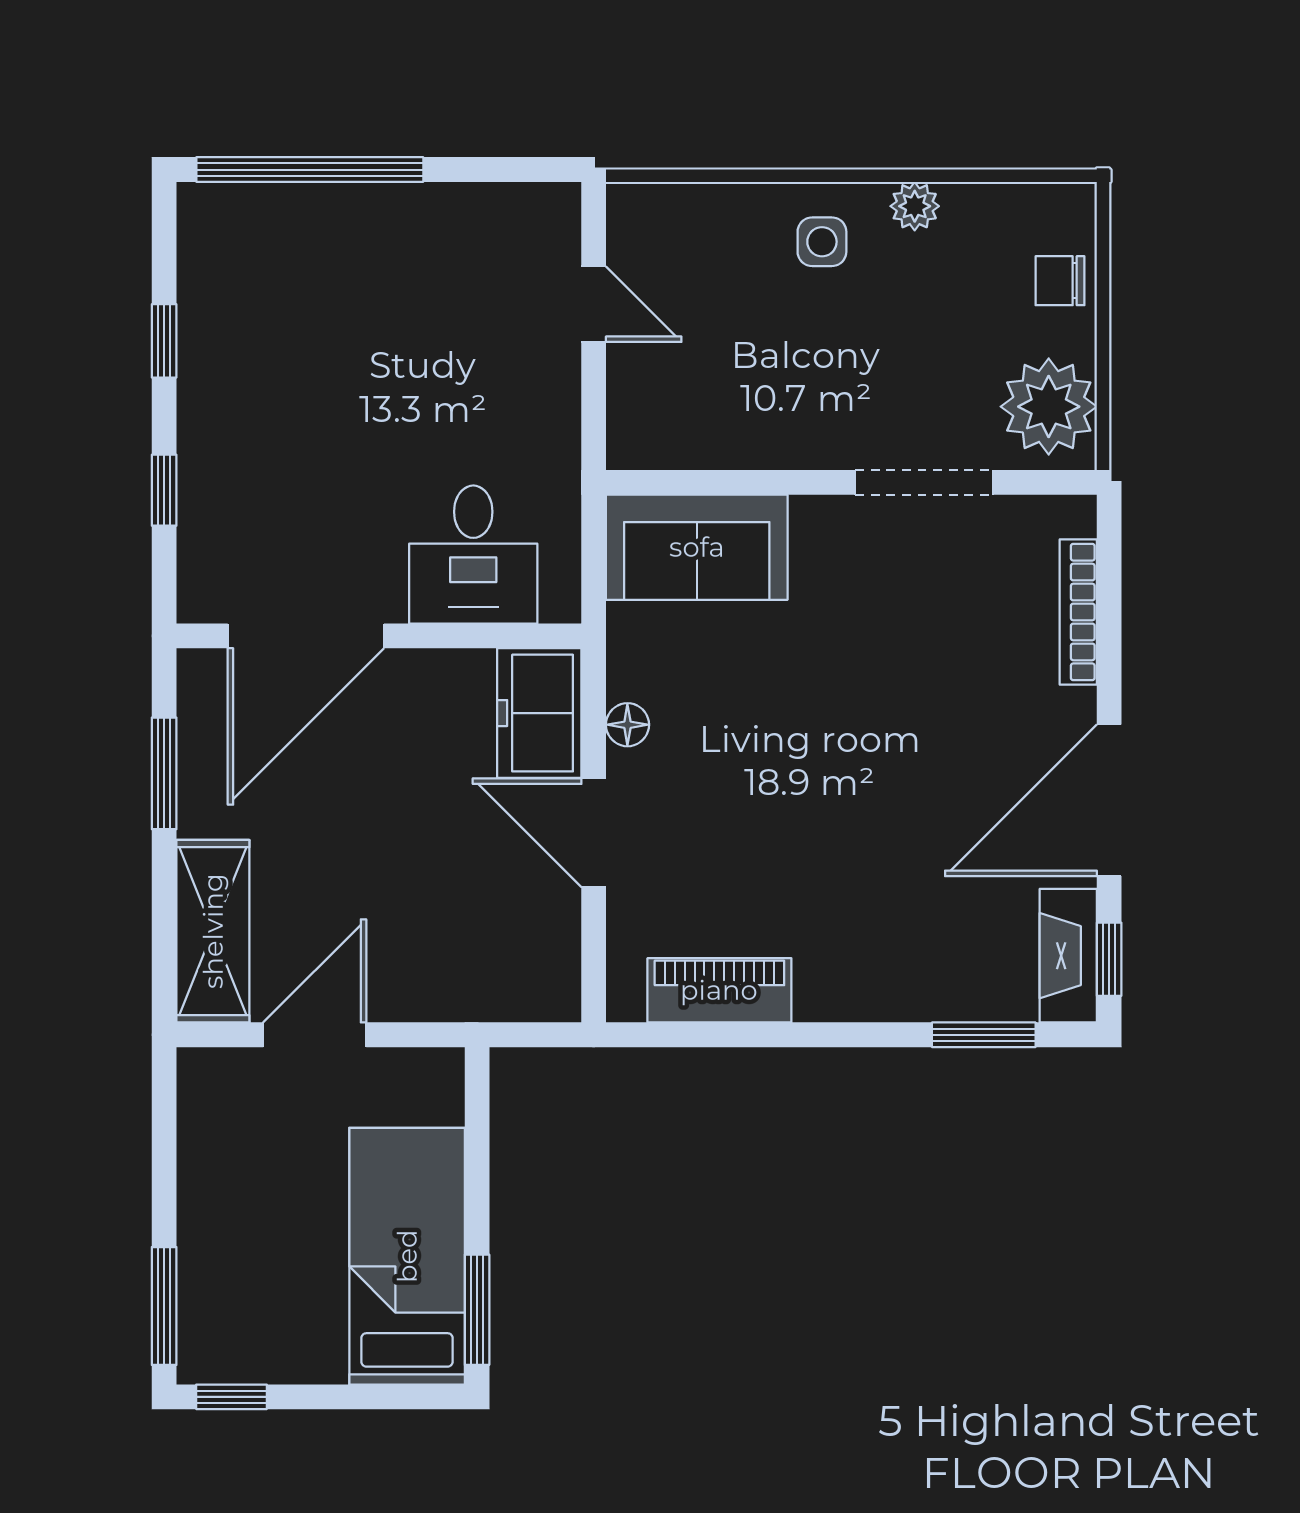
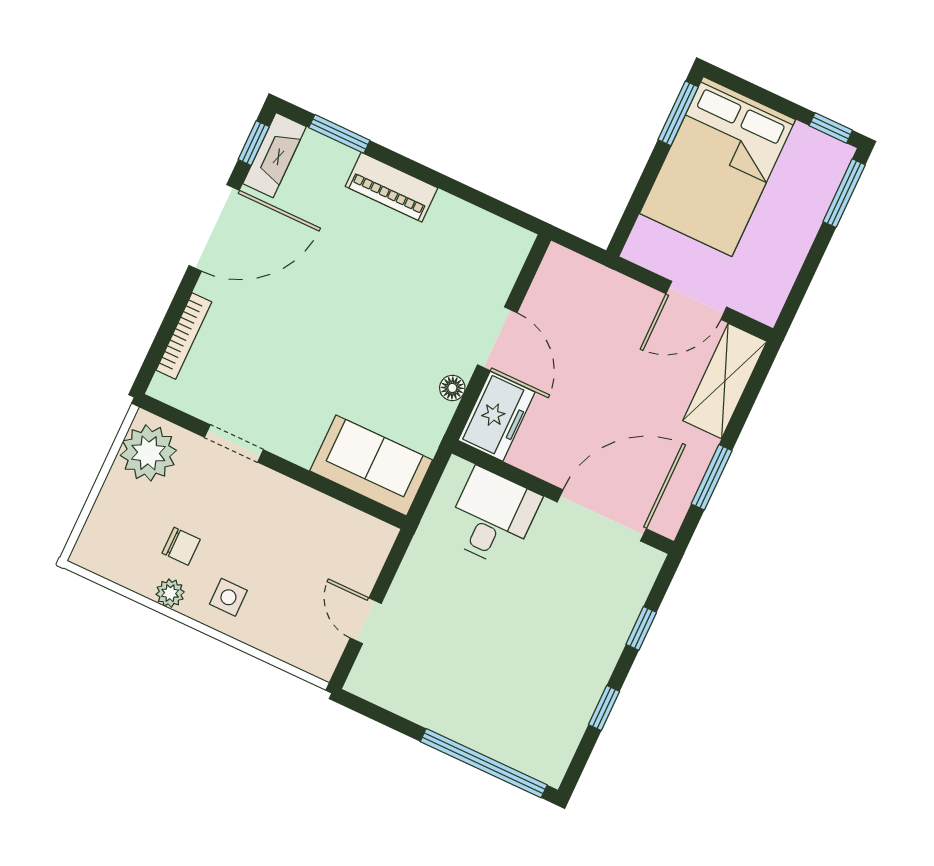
chair: (1060, 281) -> (181, 546), moved
doorway: (924, 482) -> (234, 443), width x0.73
piano: (719, 990) -> (392, 187), moved
bed: (407, 1256) -> (718, 166), width x1.50

